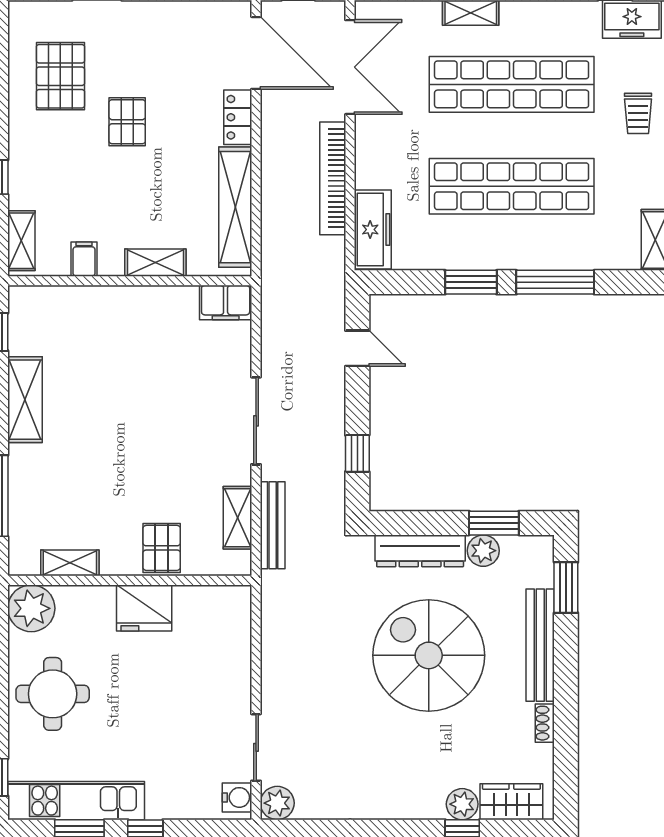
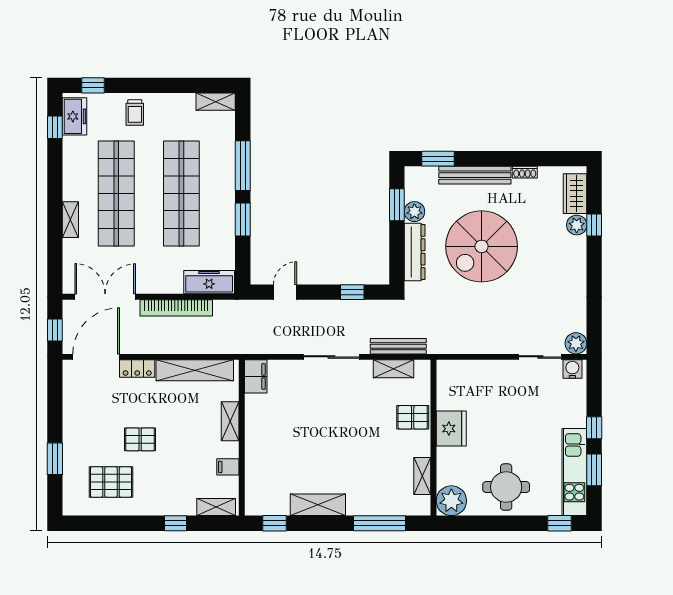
trolley: (638, 113) -> (135, 113), turned 90

